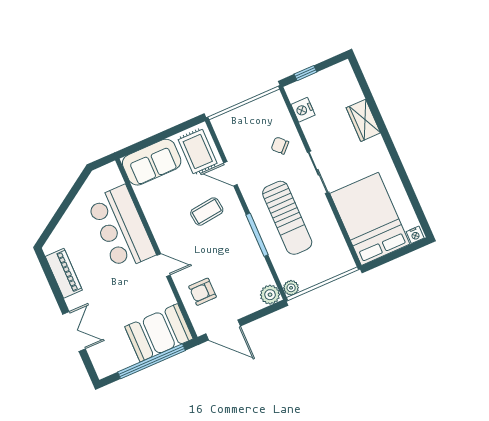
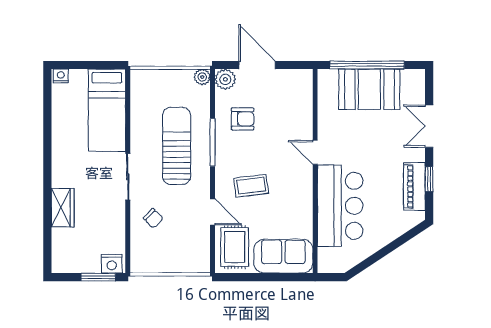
window: (305, 73) -> (98, 277), width x1.50
nightstand: (303, 110) -> (112, 264), moved, turned 90
bed: (370, 219) -> (107, 110), width x0.67
window: (54, 285) -> (429, 179), added
armchair: (203, 292) -> (243, 119), moved
door: (223, 330) -> (257, 65), moved
booth: (159, 333) -> (369, 89), moved

